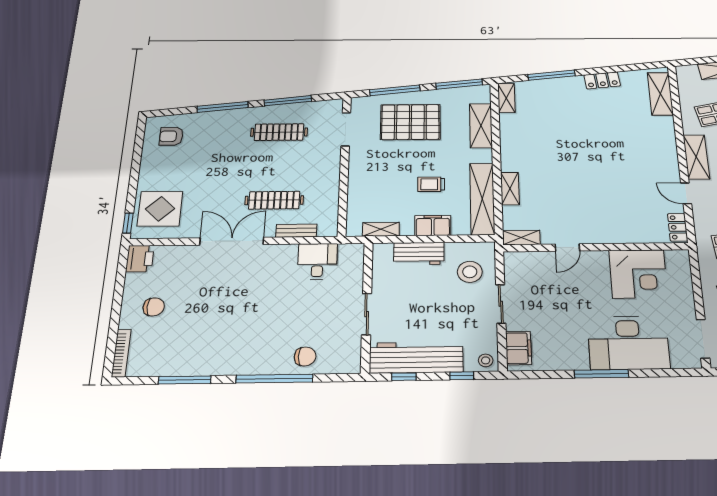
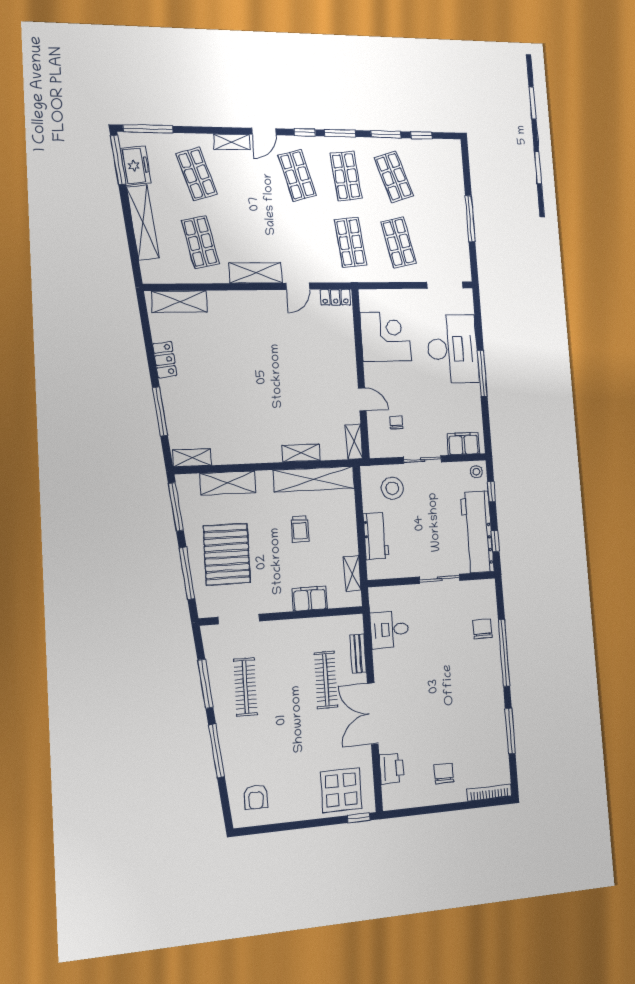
filing cabinet: (433, 226) -> (310, 599), moved, turned 90
printer: (140, 259) -> (392, 768), moved, turned 90
chair: (543, 280) -> (396, 422), added

